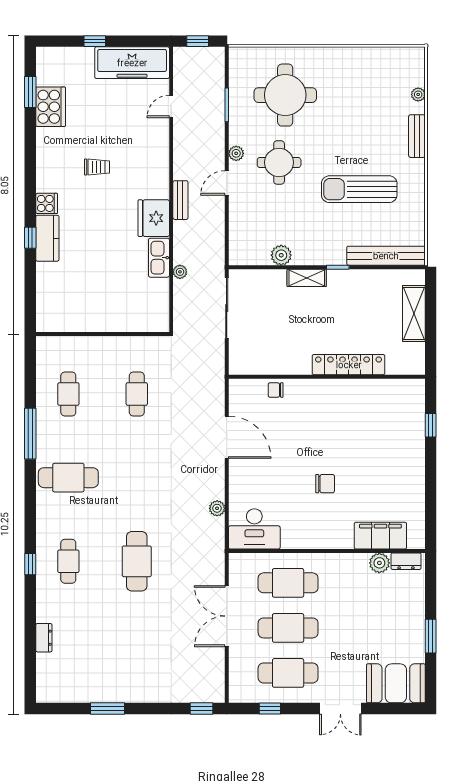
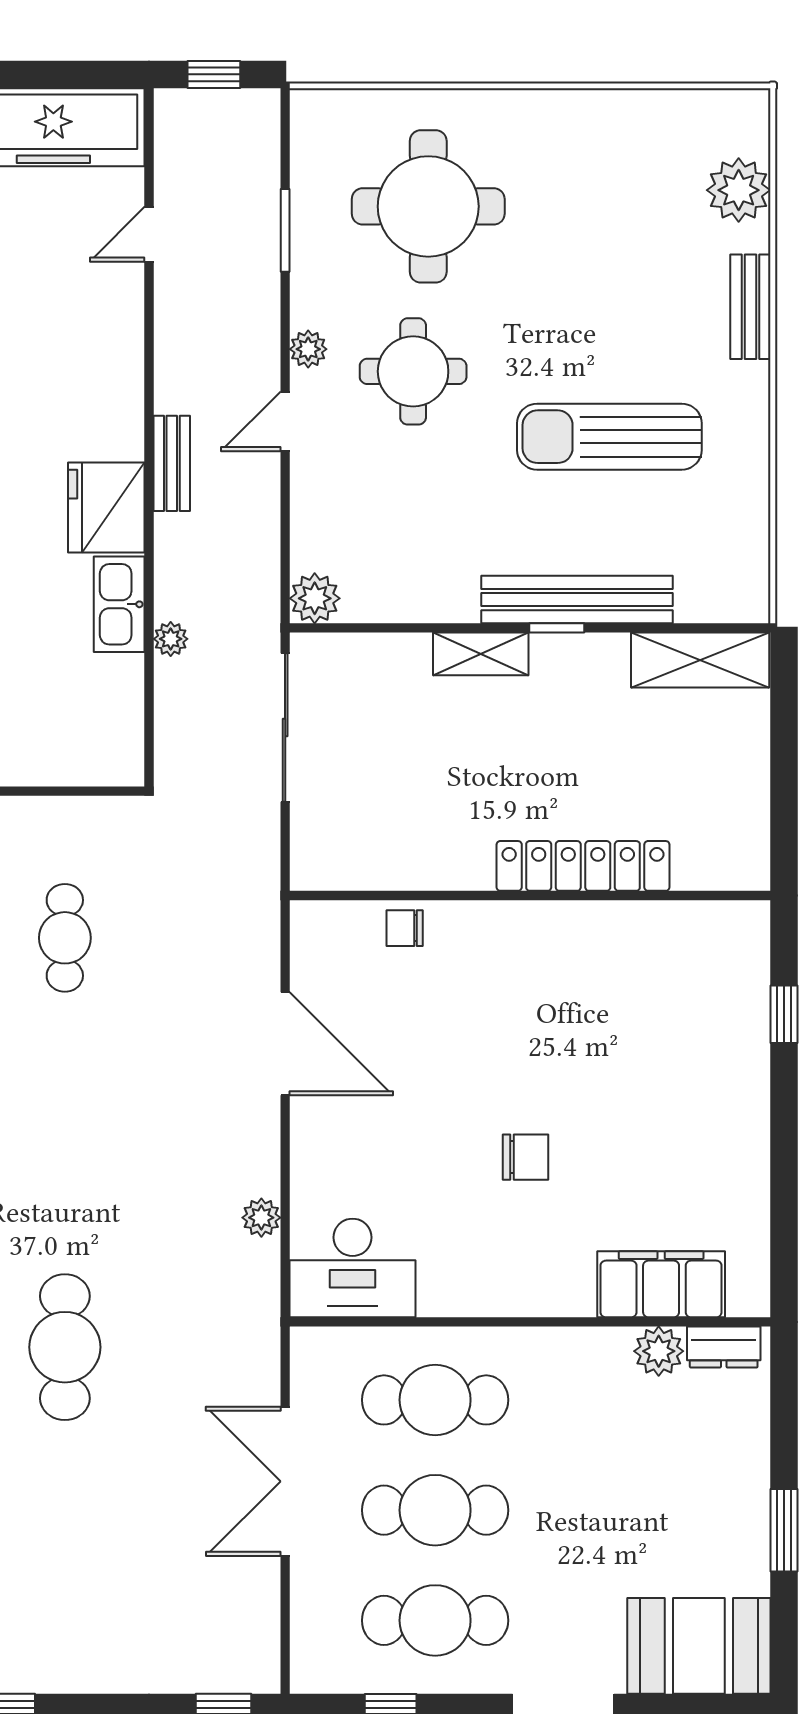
plant: (418, 94) -> (739, 190), width x1.88, depth x1.88
plant: (281, 255) -> (315, 598), moved
bench: (386, 256) -> (577, 600), moved
shelving: (414, 314) -> (700, 660), moved, turned 90

